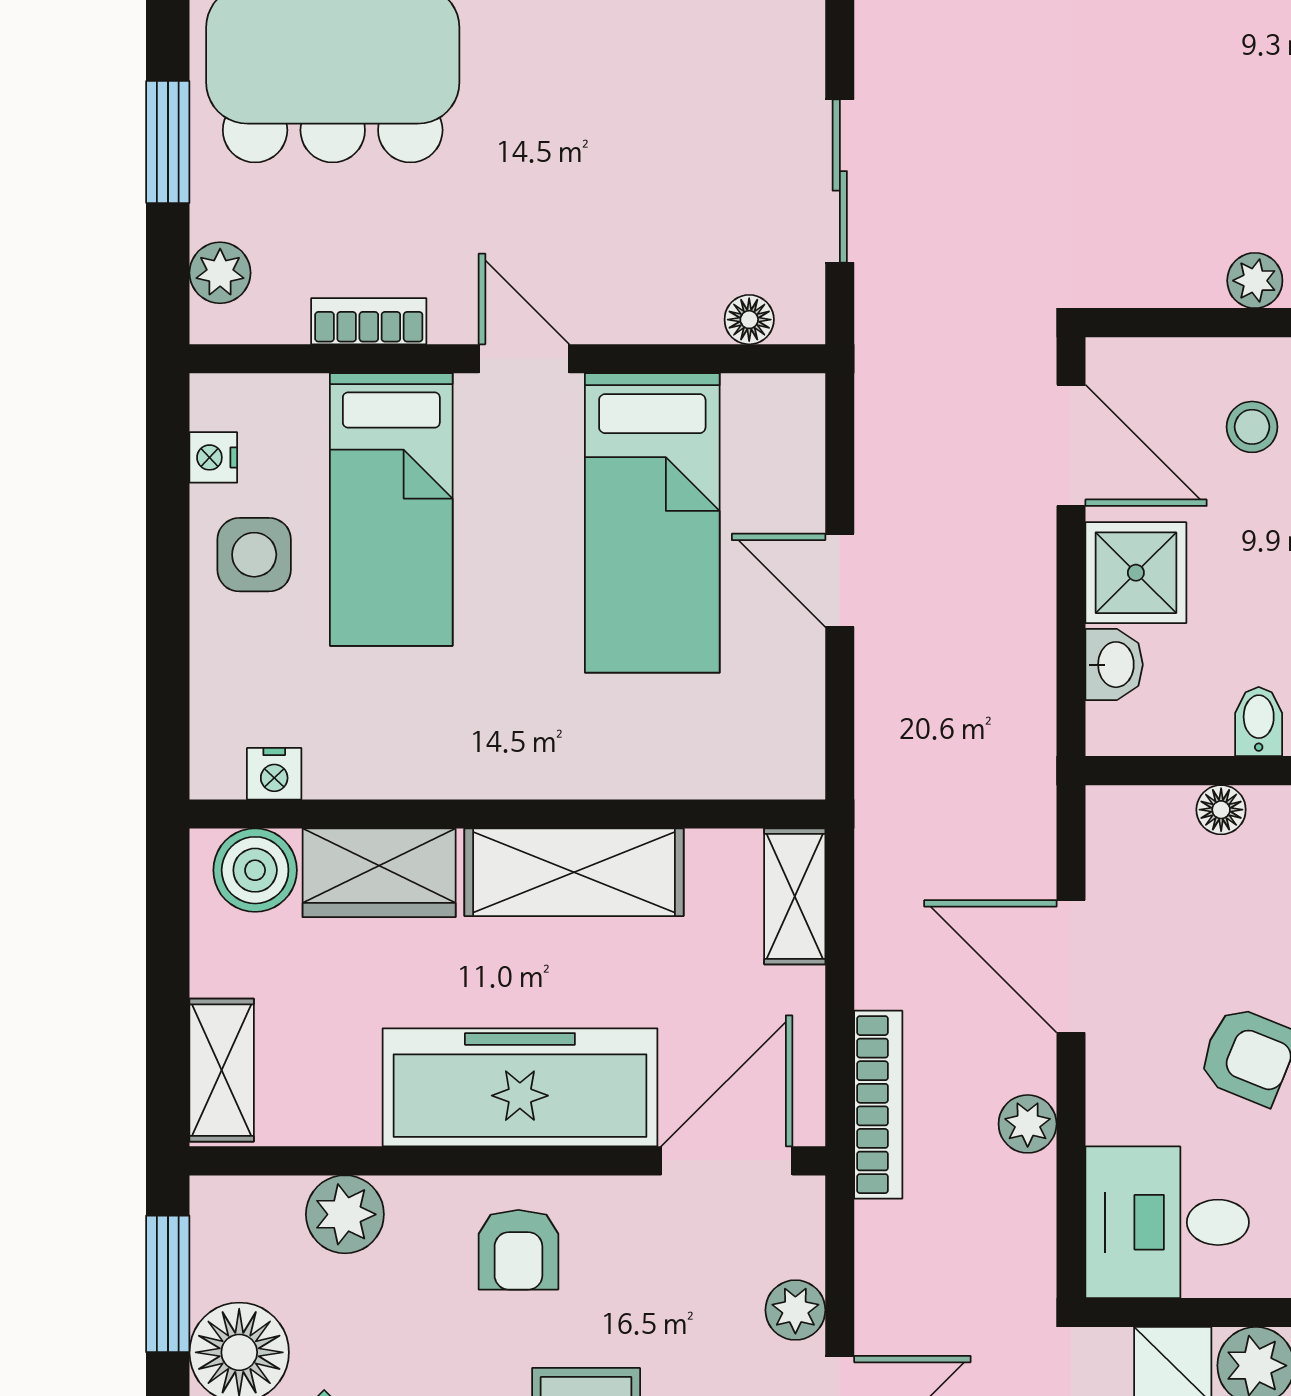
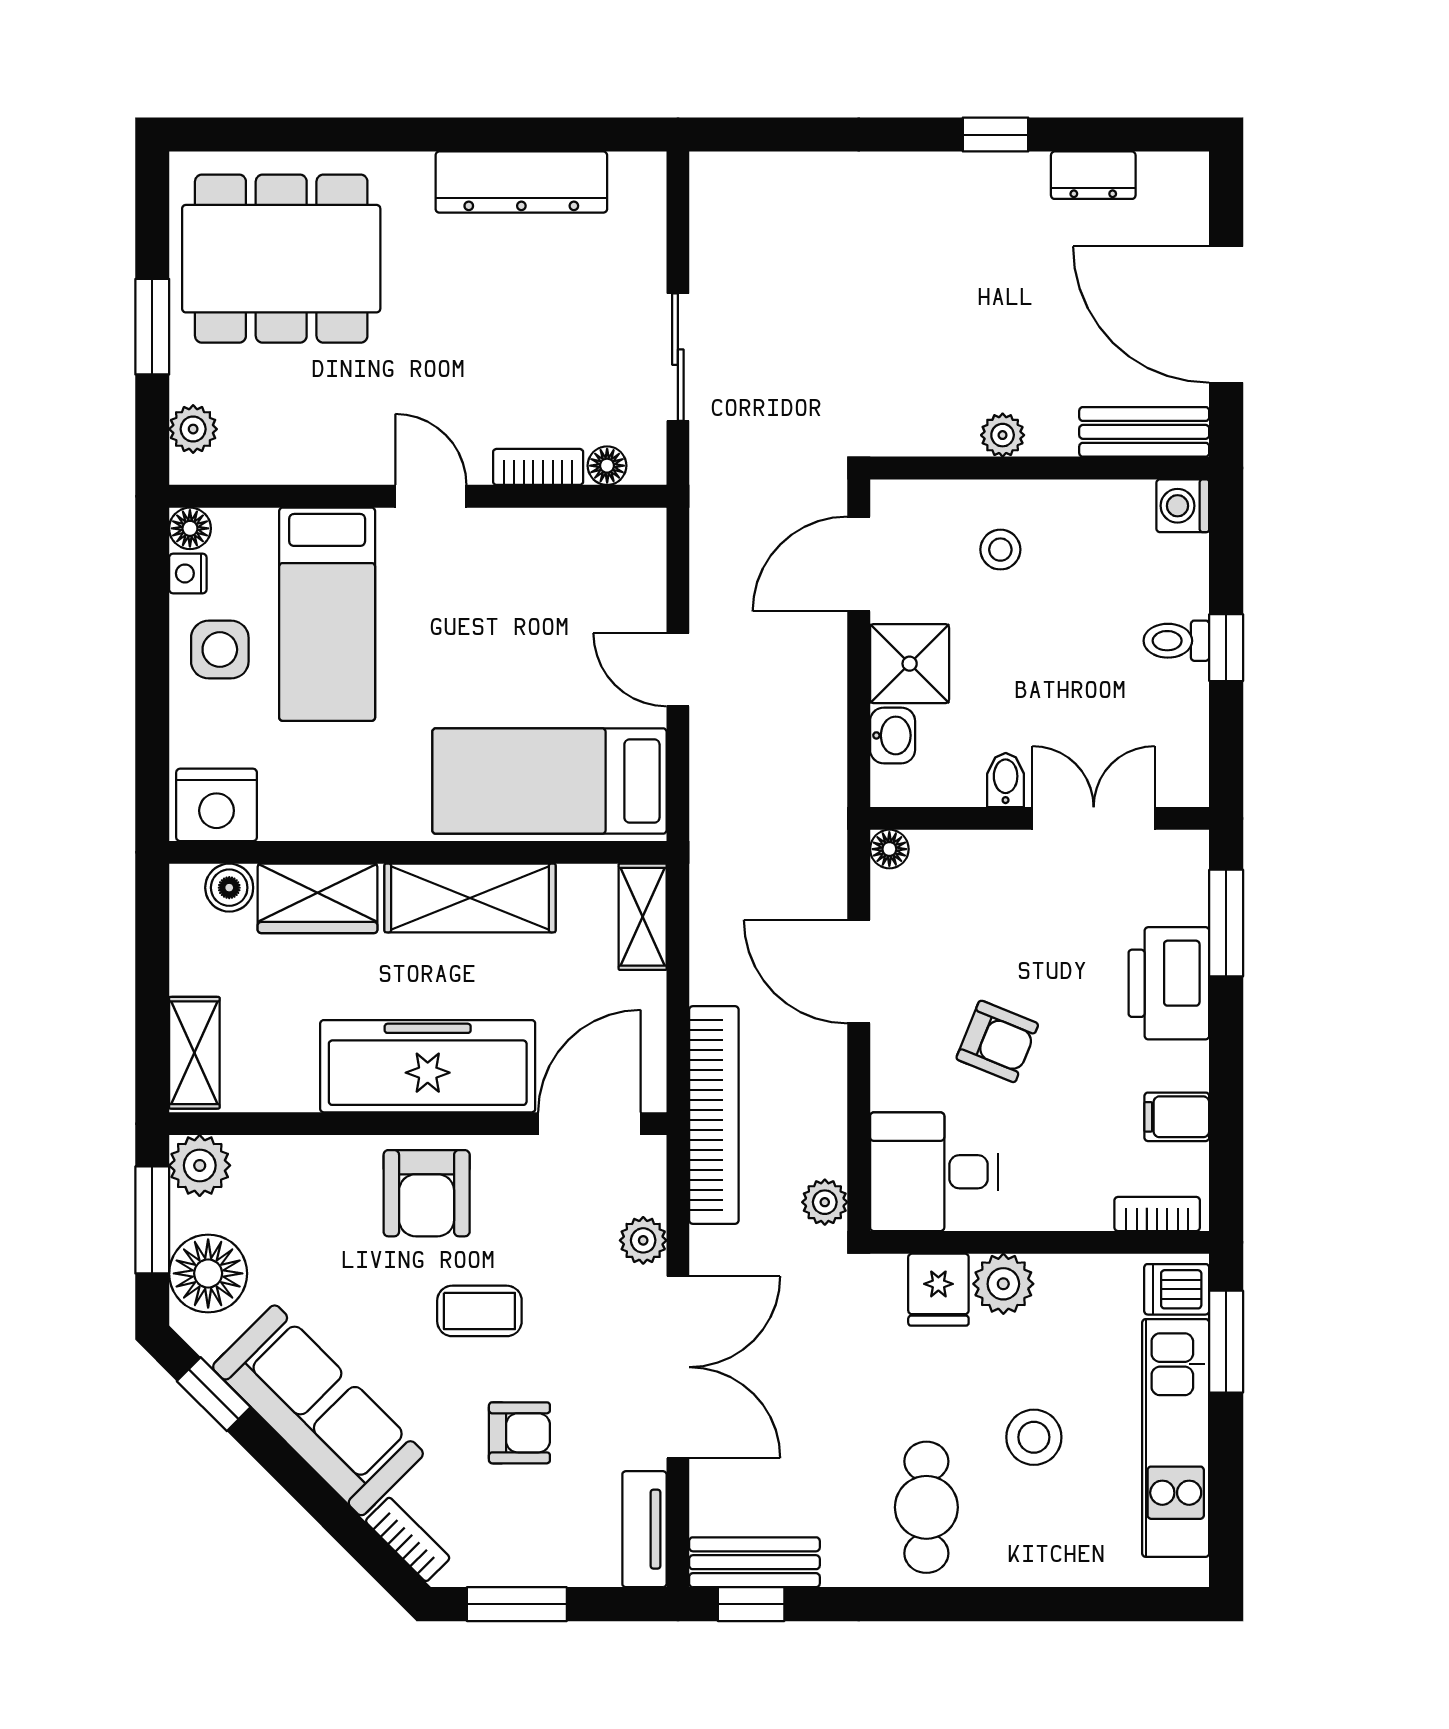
bookcase: (369, 321) -> (538, 467), moved
floor lamp: (216, 400) -> (190, 528), added
door: (1071, 445) -> (859, 564), swing flipped
bed: (652, 523) -> (549, 781), moved, turned 90
nightstand: (274, 774) -> (217, 805), width x1.89, depth x1.79
floor lamp: (1221, 810) -> (889, 849), moved
boiler: (255, 870) -> (229, 888), width x0.73, depth x0.73
bookcase: (878, 1105) -> (714, 1115), width x1.48, depth x1.31
plant: (1028, 1124) -> (825, 1202), moved
plant: (345, 1214) -> (200, 1165), moved
armchair: (518, 1250) -> (427, 1193), width x1.38, depth x1.38

